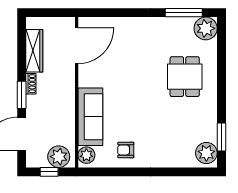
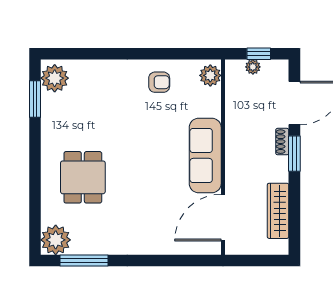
shoe rack: (31, 84) -> (282, 142), moved
sofa: (90, 117) -> (205, 155), moved
plant: (59, 157) -> (253, 67), width x0.53, depth x0.53

